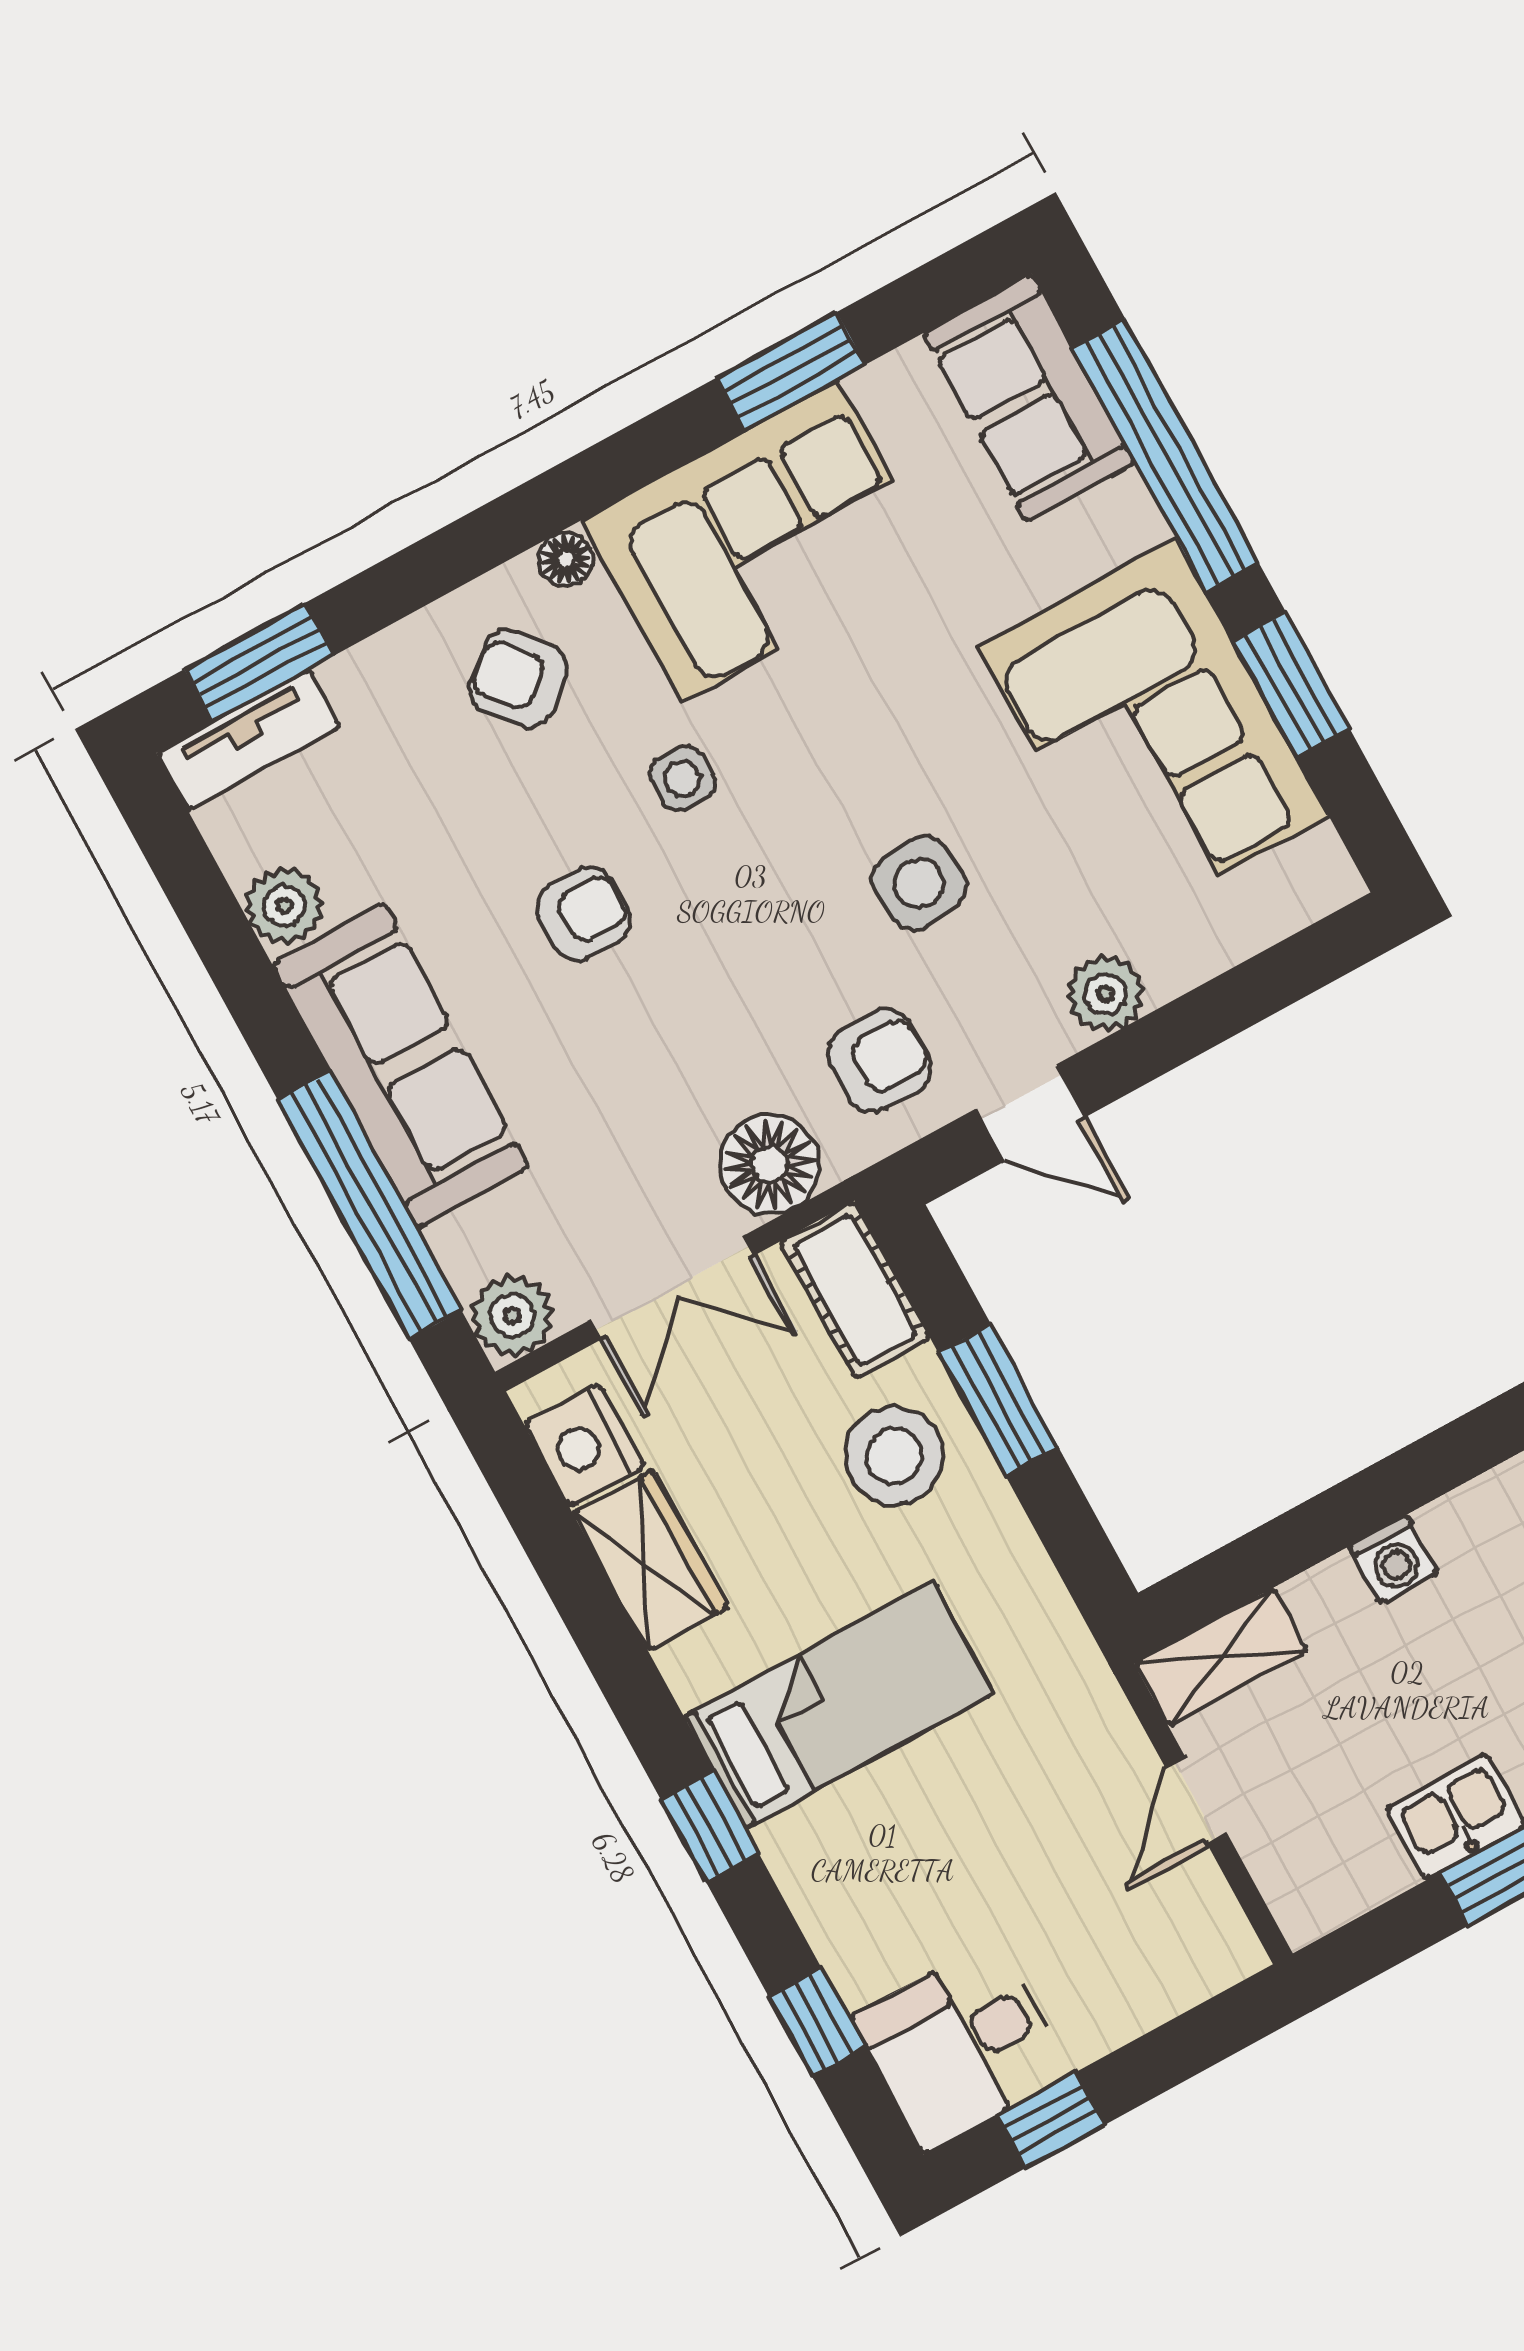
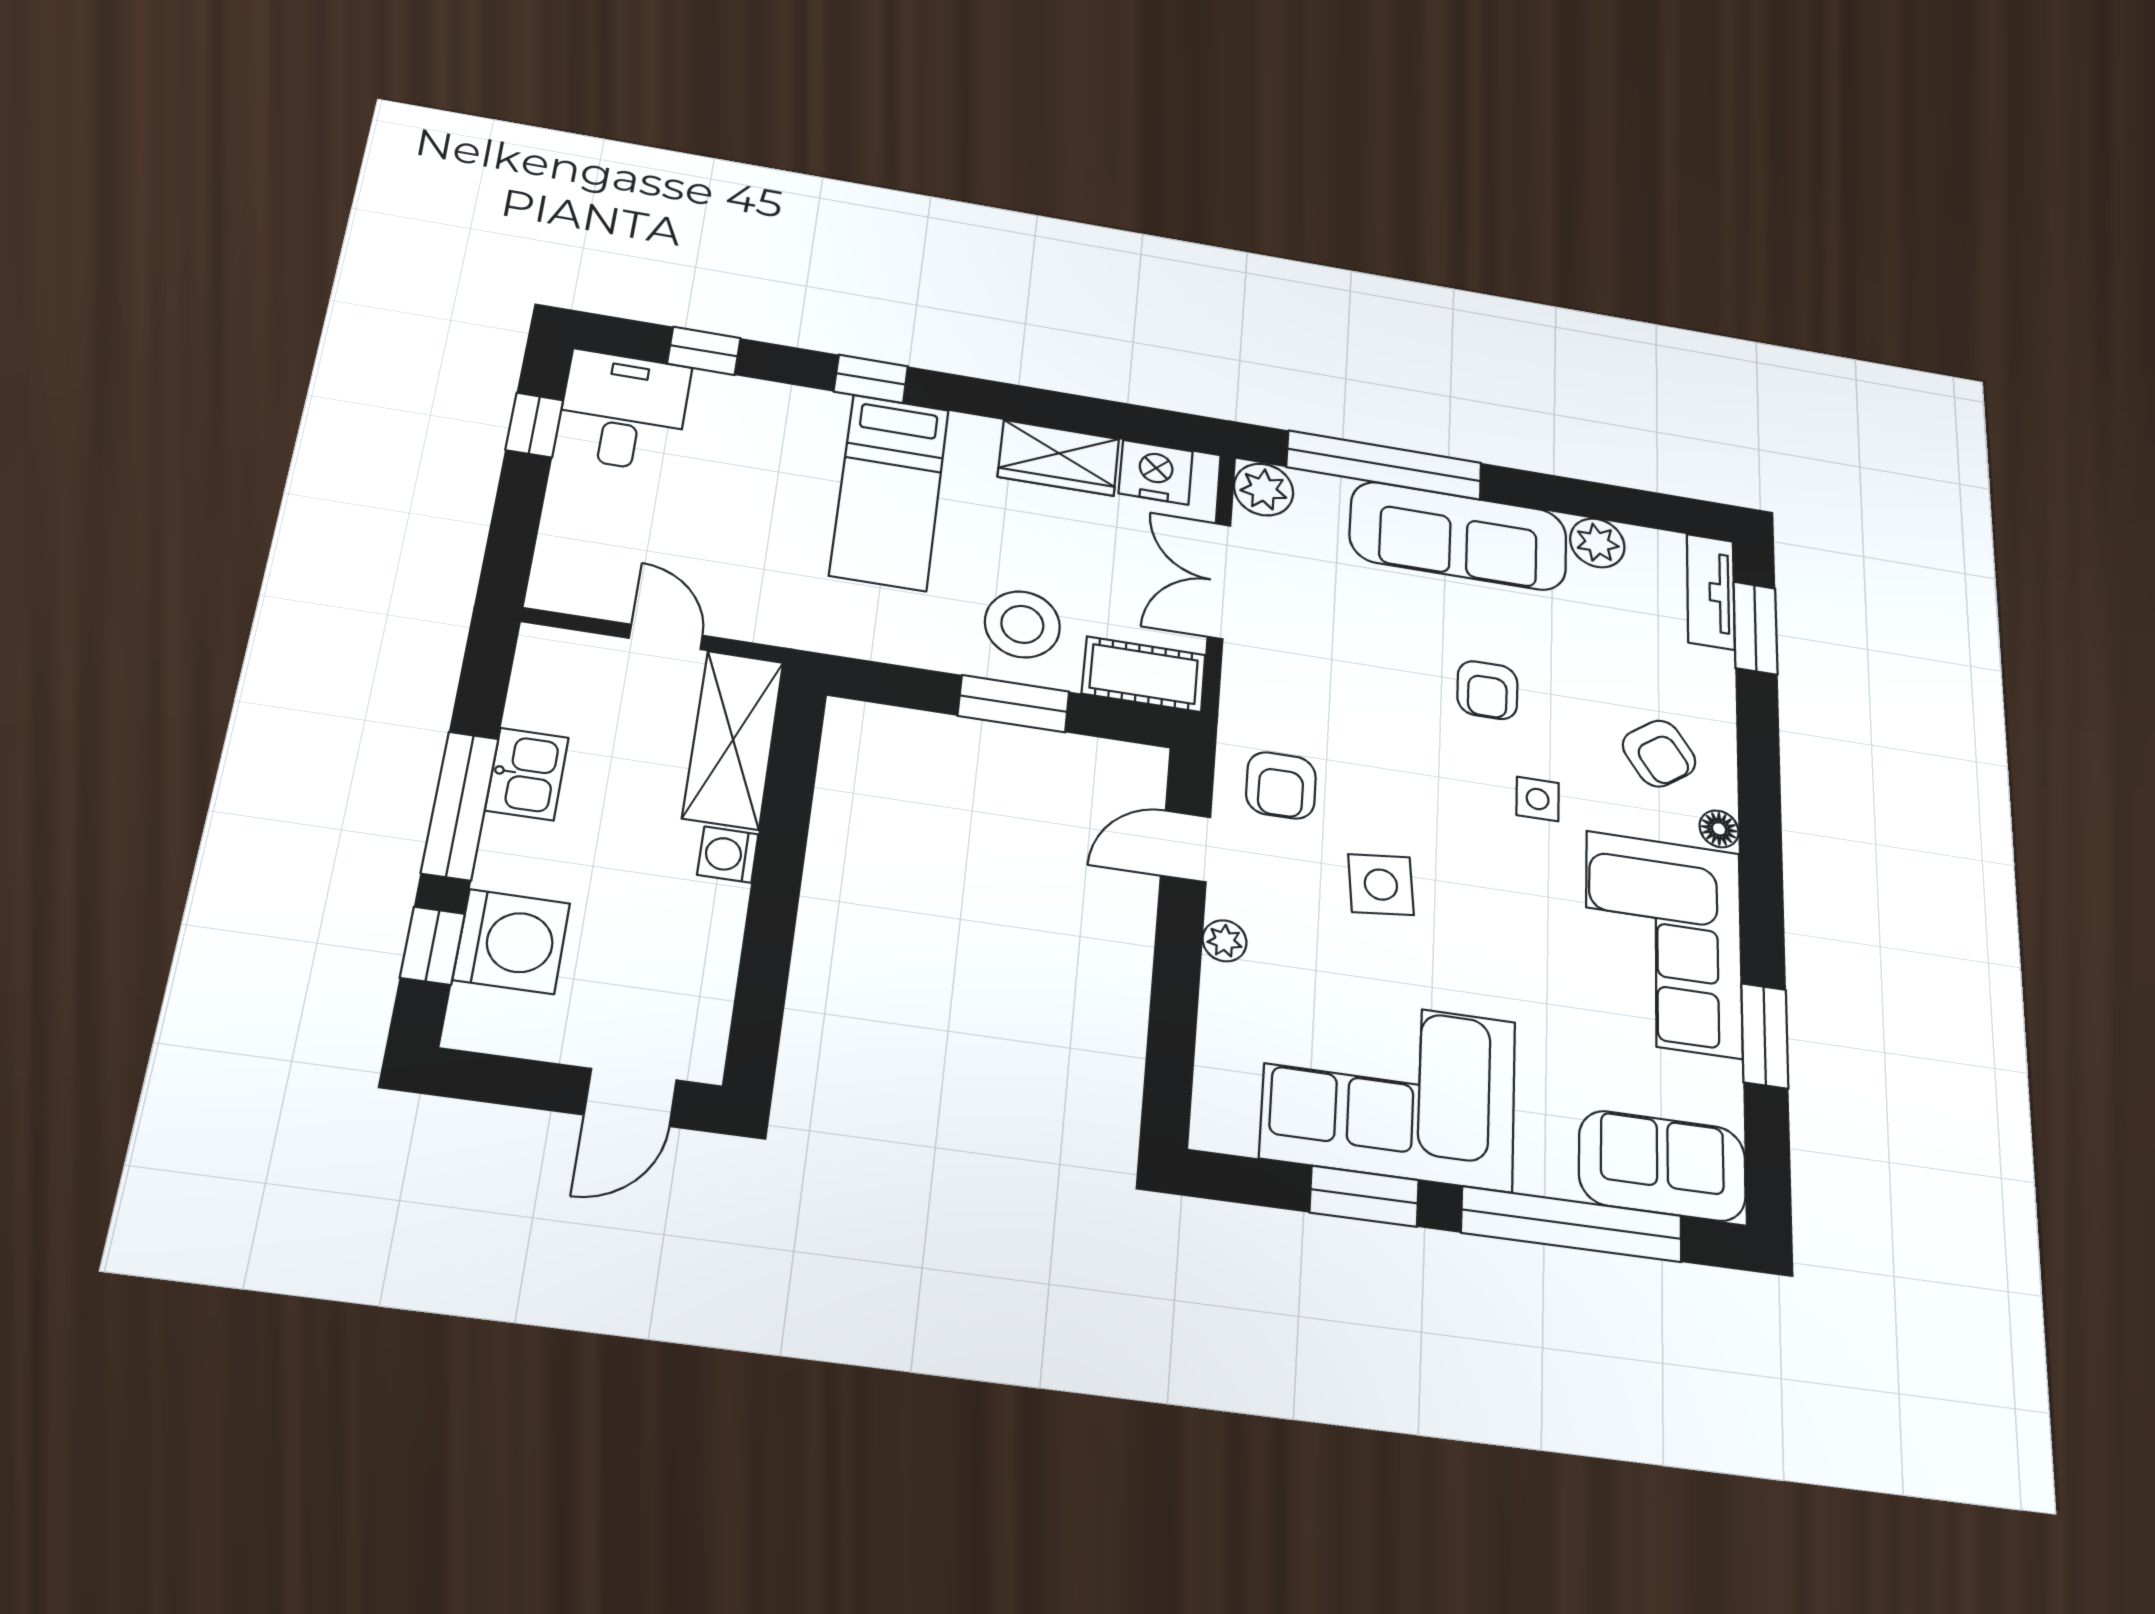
armchair: (518, 679) -> (1659, 754), turned 95
plant: (1105, 994) -> (1225, 941), width x0.73, depth x0.73
floor lamp: (770, 1164) -> (1258, 682), removed
shelving: (1221, 1657) -> (733, 740), width x1.50, depth x1.33

